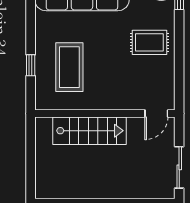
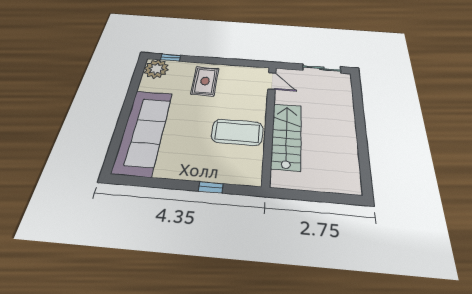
coffee table: (69, 67) -> (237, 132), moved

